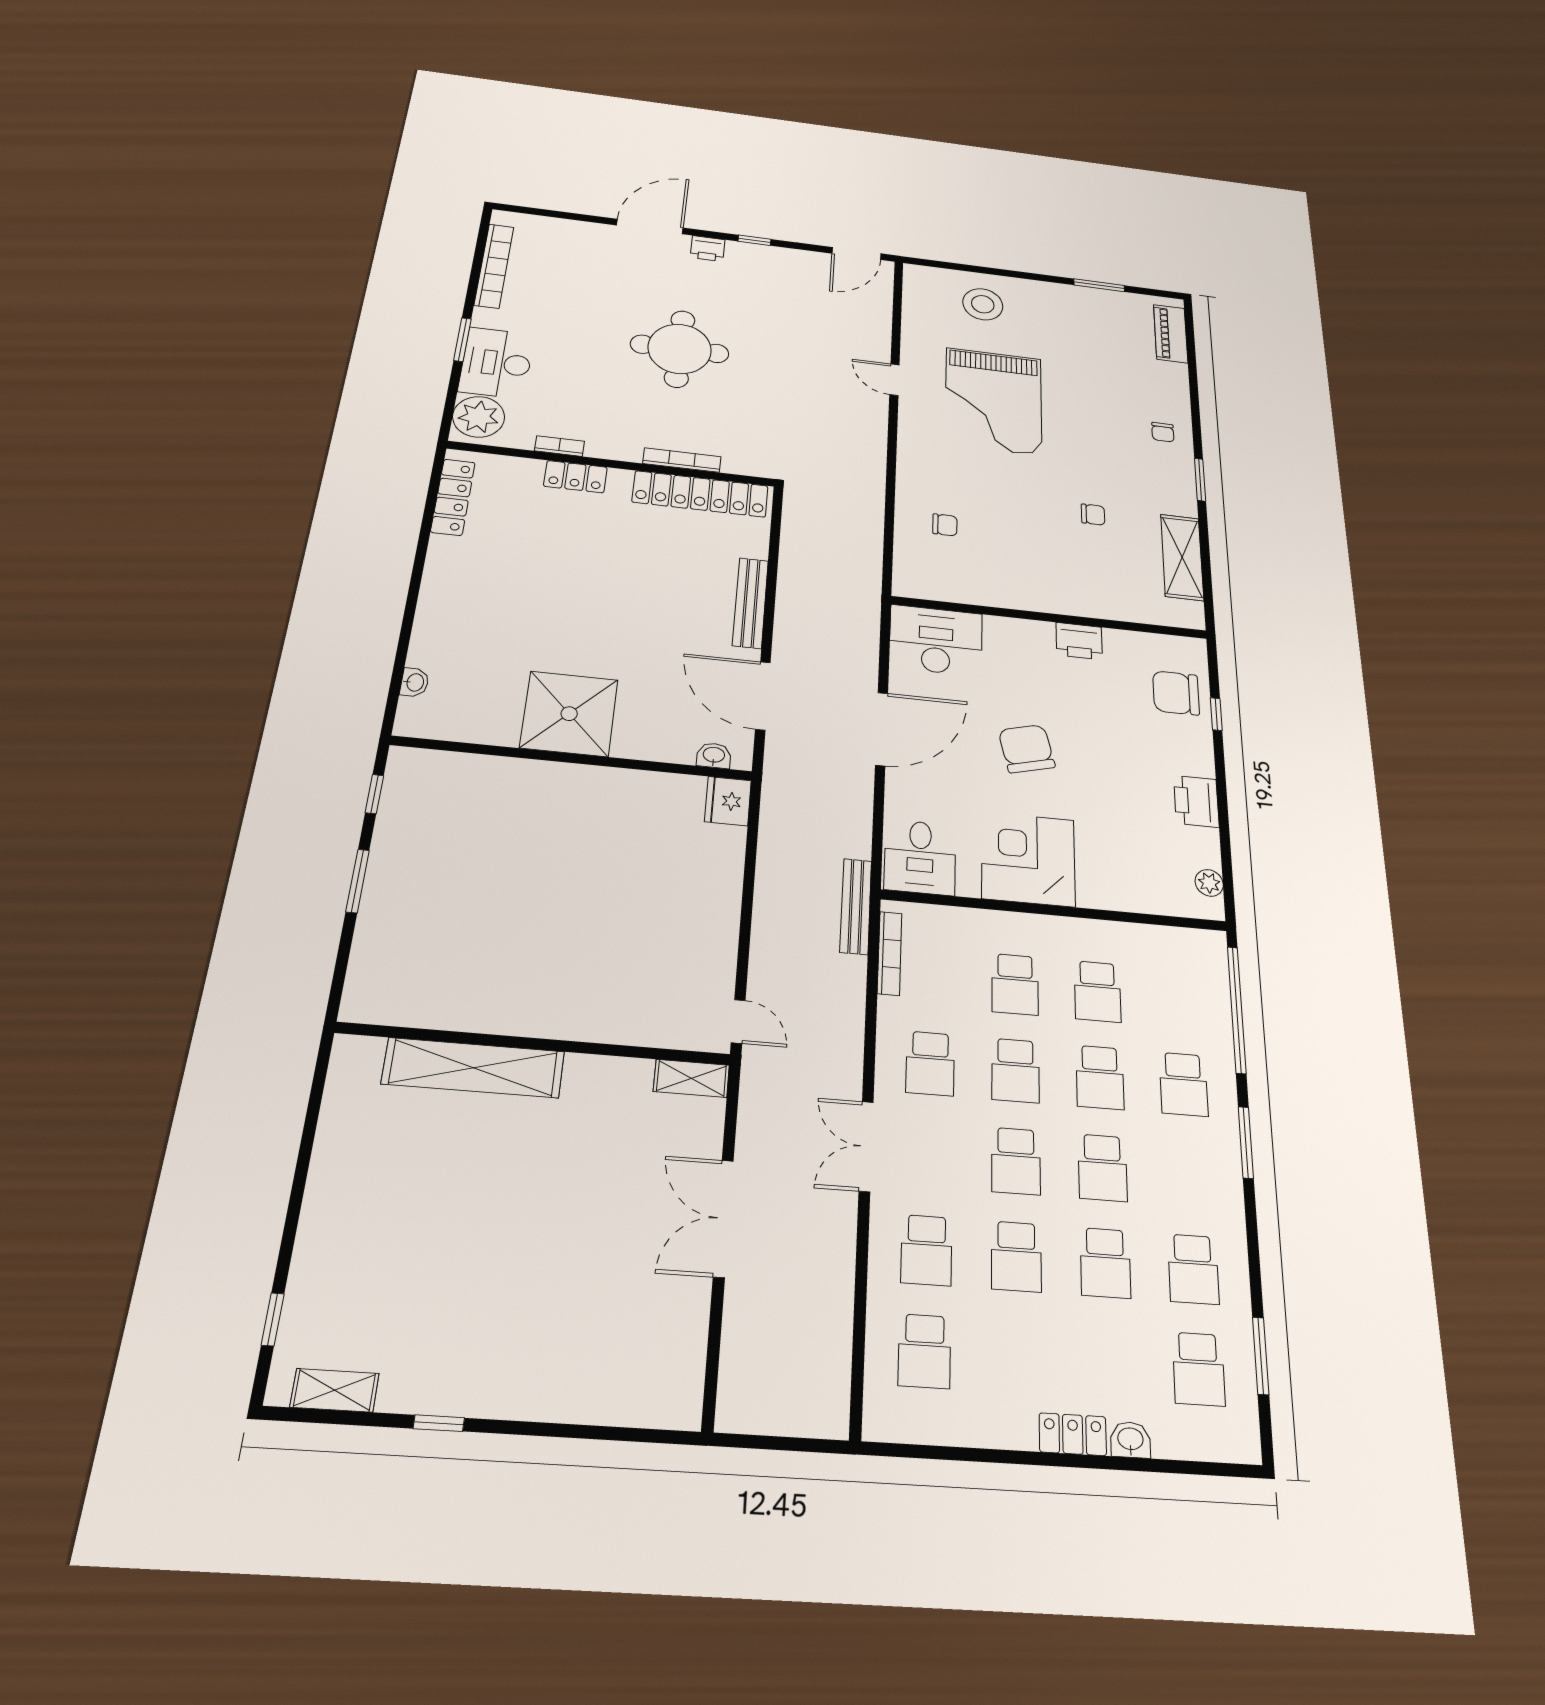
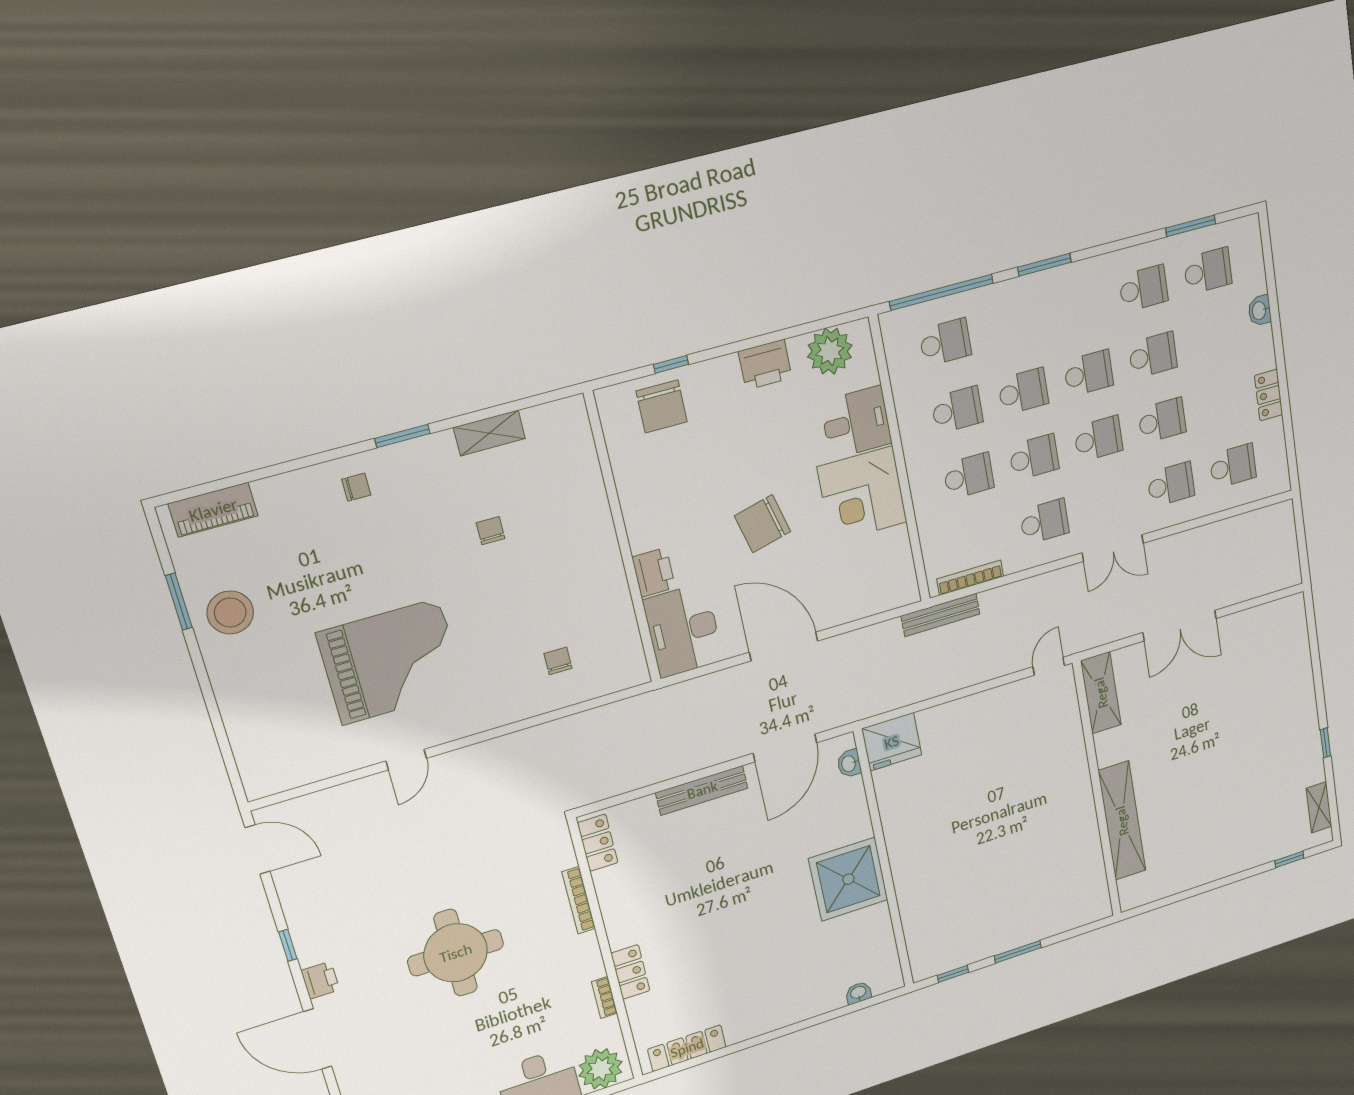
stool: (983, 304) -> (230, 612), moved
locker: (700, 494) -> (598, 843), width x0.46, depth x0.83
shelving: (1182, 557) -> (489, 433), width x0.67, depth x0.75
printer: (1079, 641) -> (654, 572), moved
fridge: (728, 801) -> (892, 742), width x1.36, depth x1.34
desk: (920, 857) -> (856, 422), moved
plant: (1209, 883) -> (830, 351), width x1.87, depth x1.87
shelving: (692, 1078) -> (1101, 693), width x1.50, depth x1.33
school desk: (1184, 1084) -> (945, 342), moved
locker: (1073, 1434) -> (1269, 395), moved

